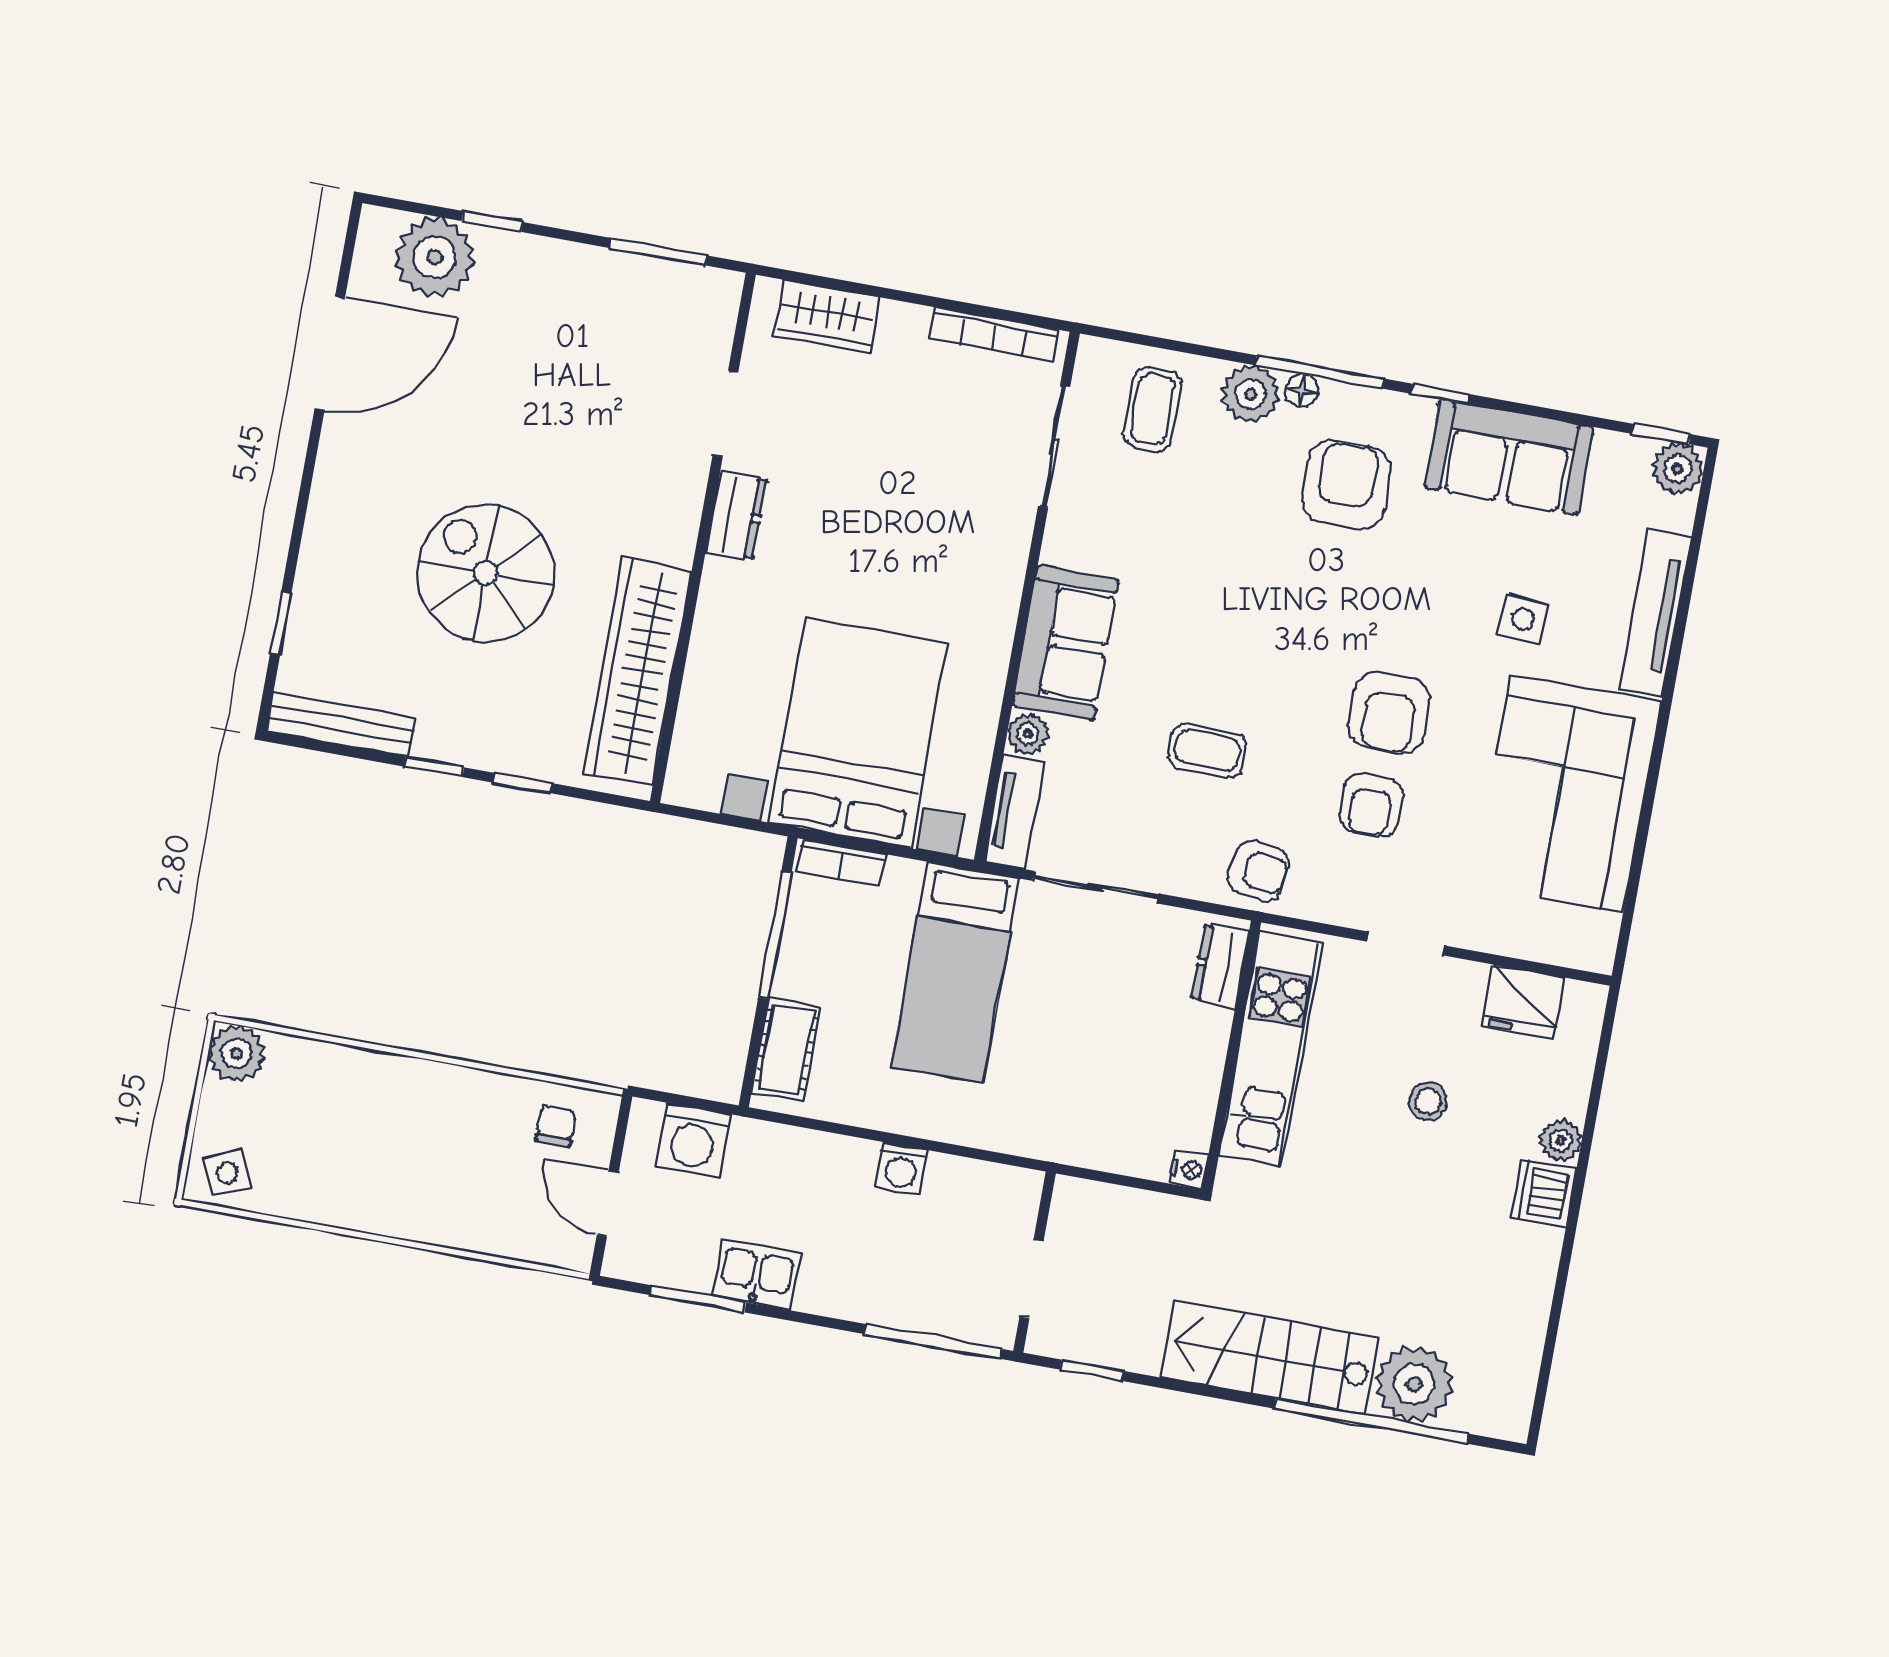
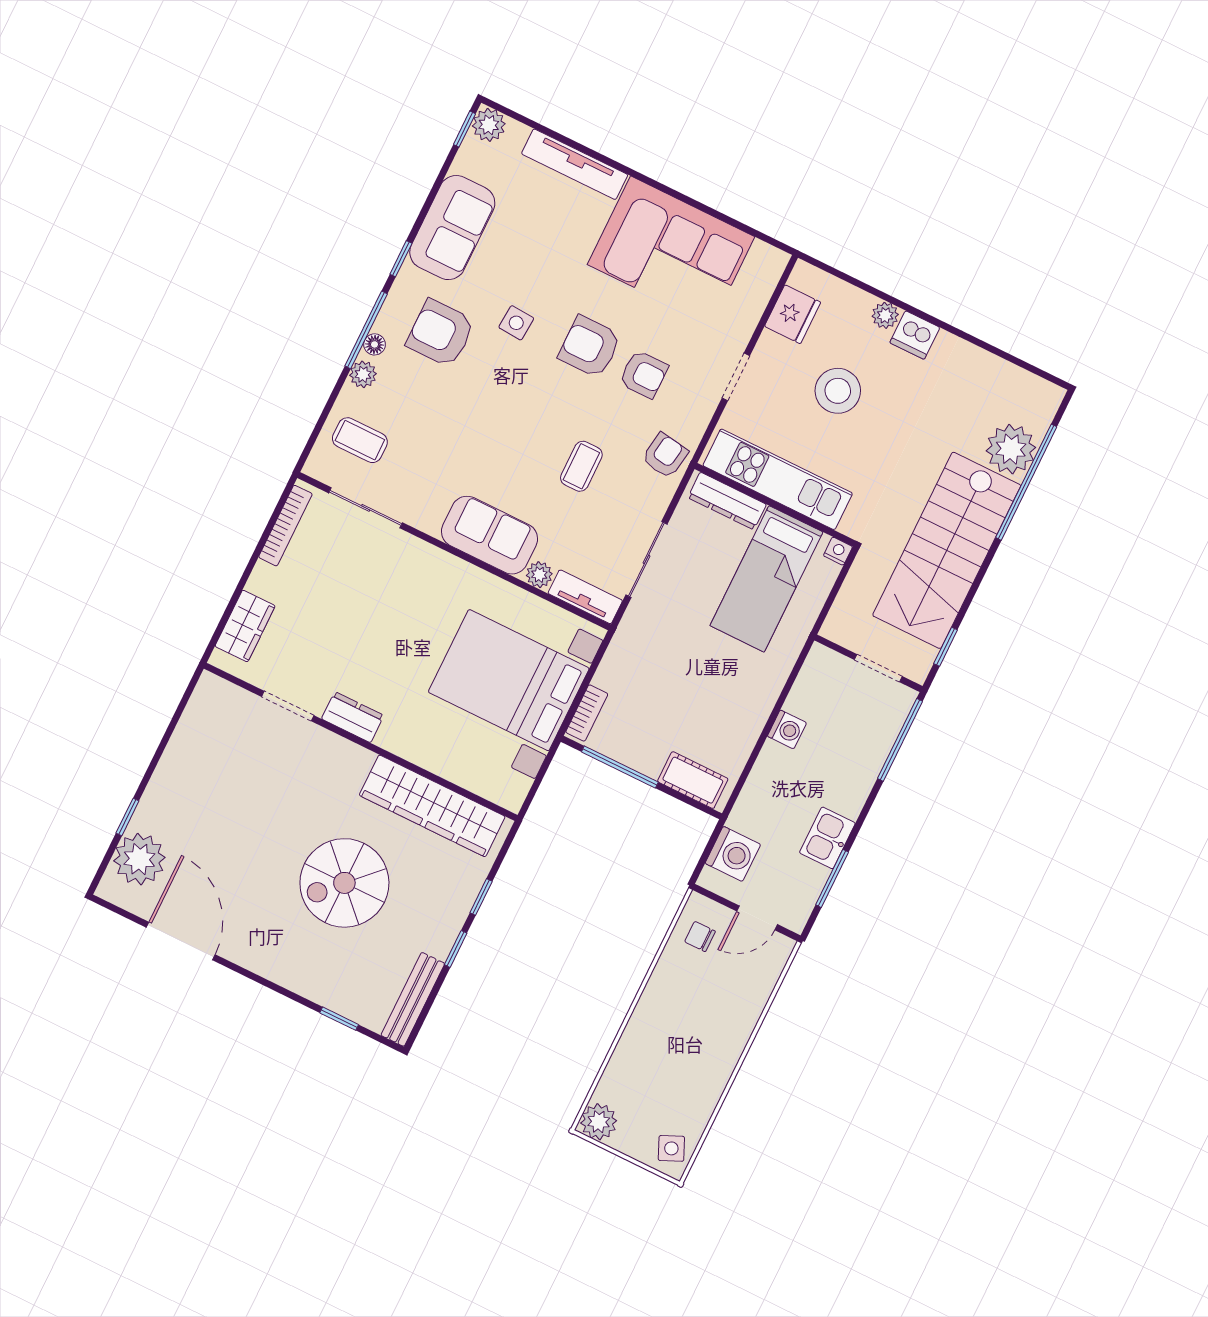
window: (658, 252) -> (175, 719), removed
plant: (1251, 394) -> (363, 374), width x0.73, depth x0.73
side table: (1523, 619) -> (516, 323), moved
armchair: (1389, 713) -> (590, 347), turned 180
dresser: (1220, 966) -> (727, 501), width x1.44
bed: (955, 972) -> (767, 579), moved, turned 90
stool: (1428, 1101) -> (838, 391), width x1.89, depth x1.89
stairs: (1270, 1358) -> (947, 550), width x1.36, depth x1.51

